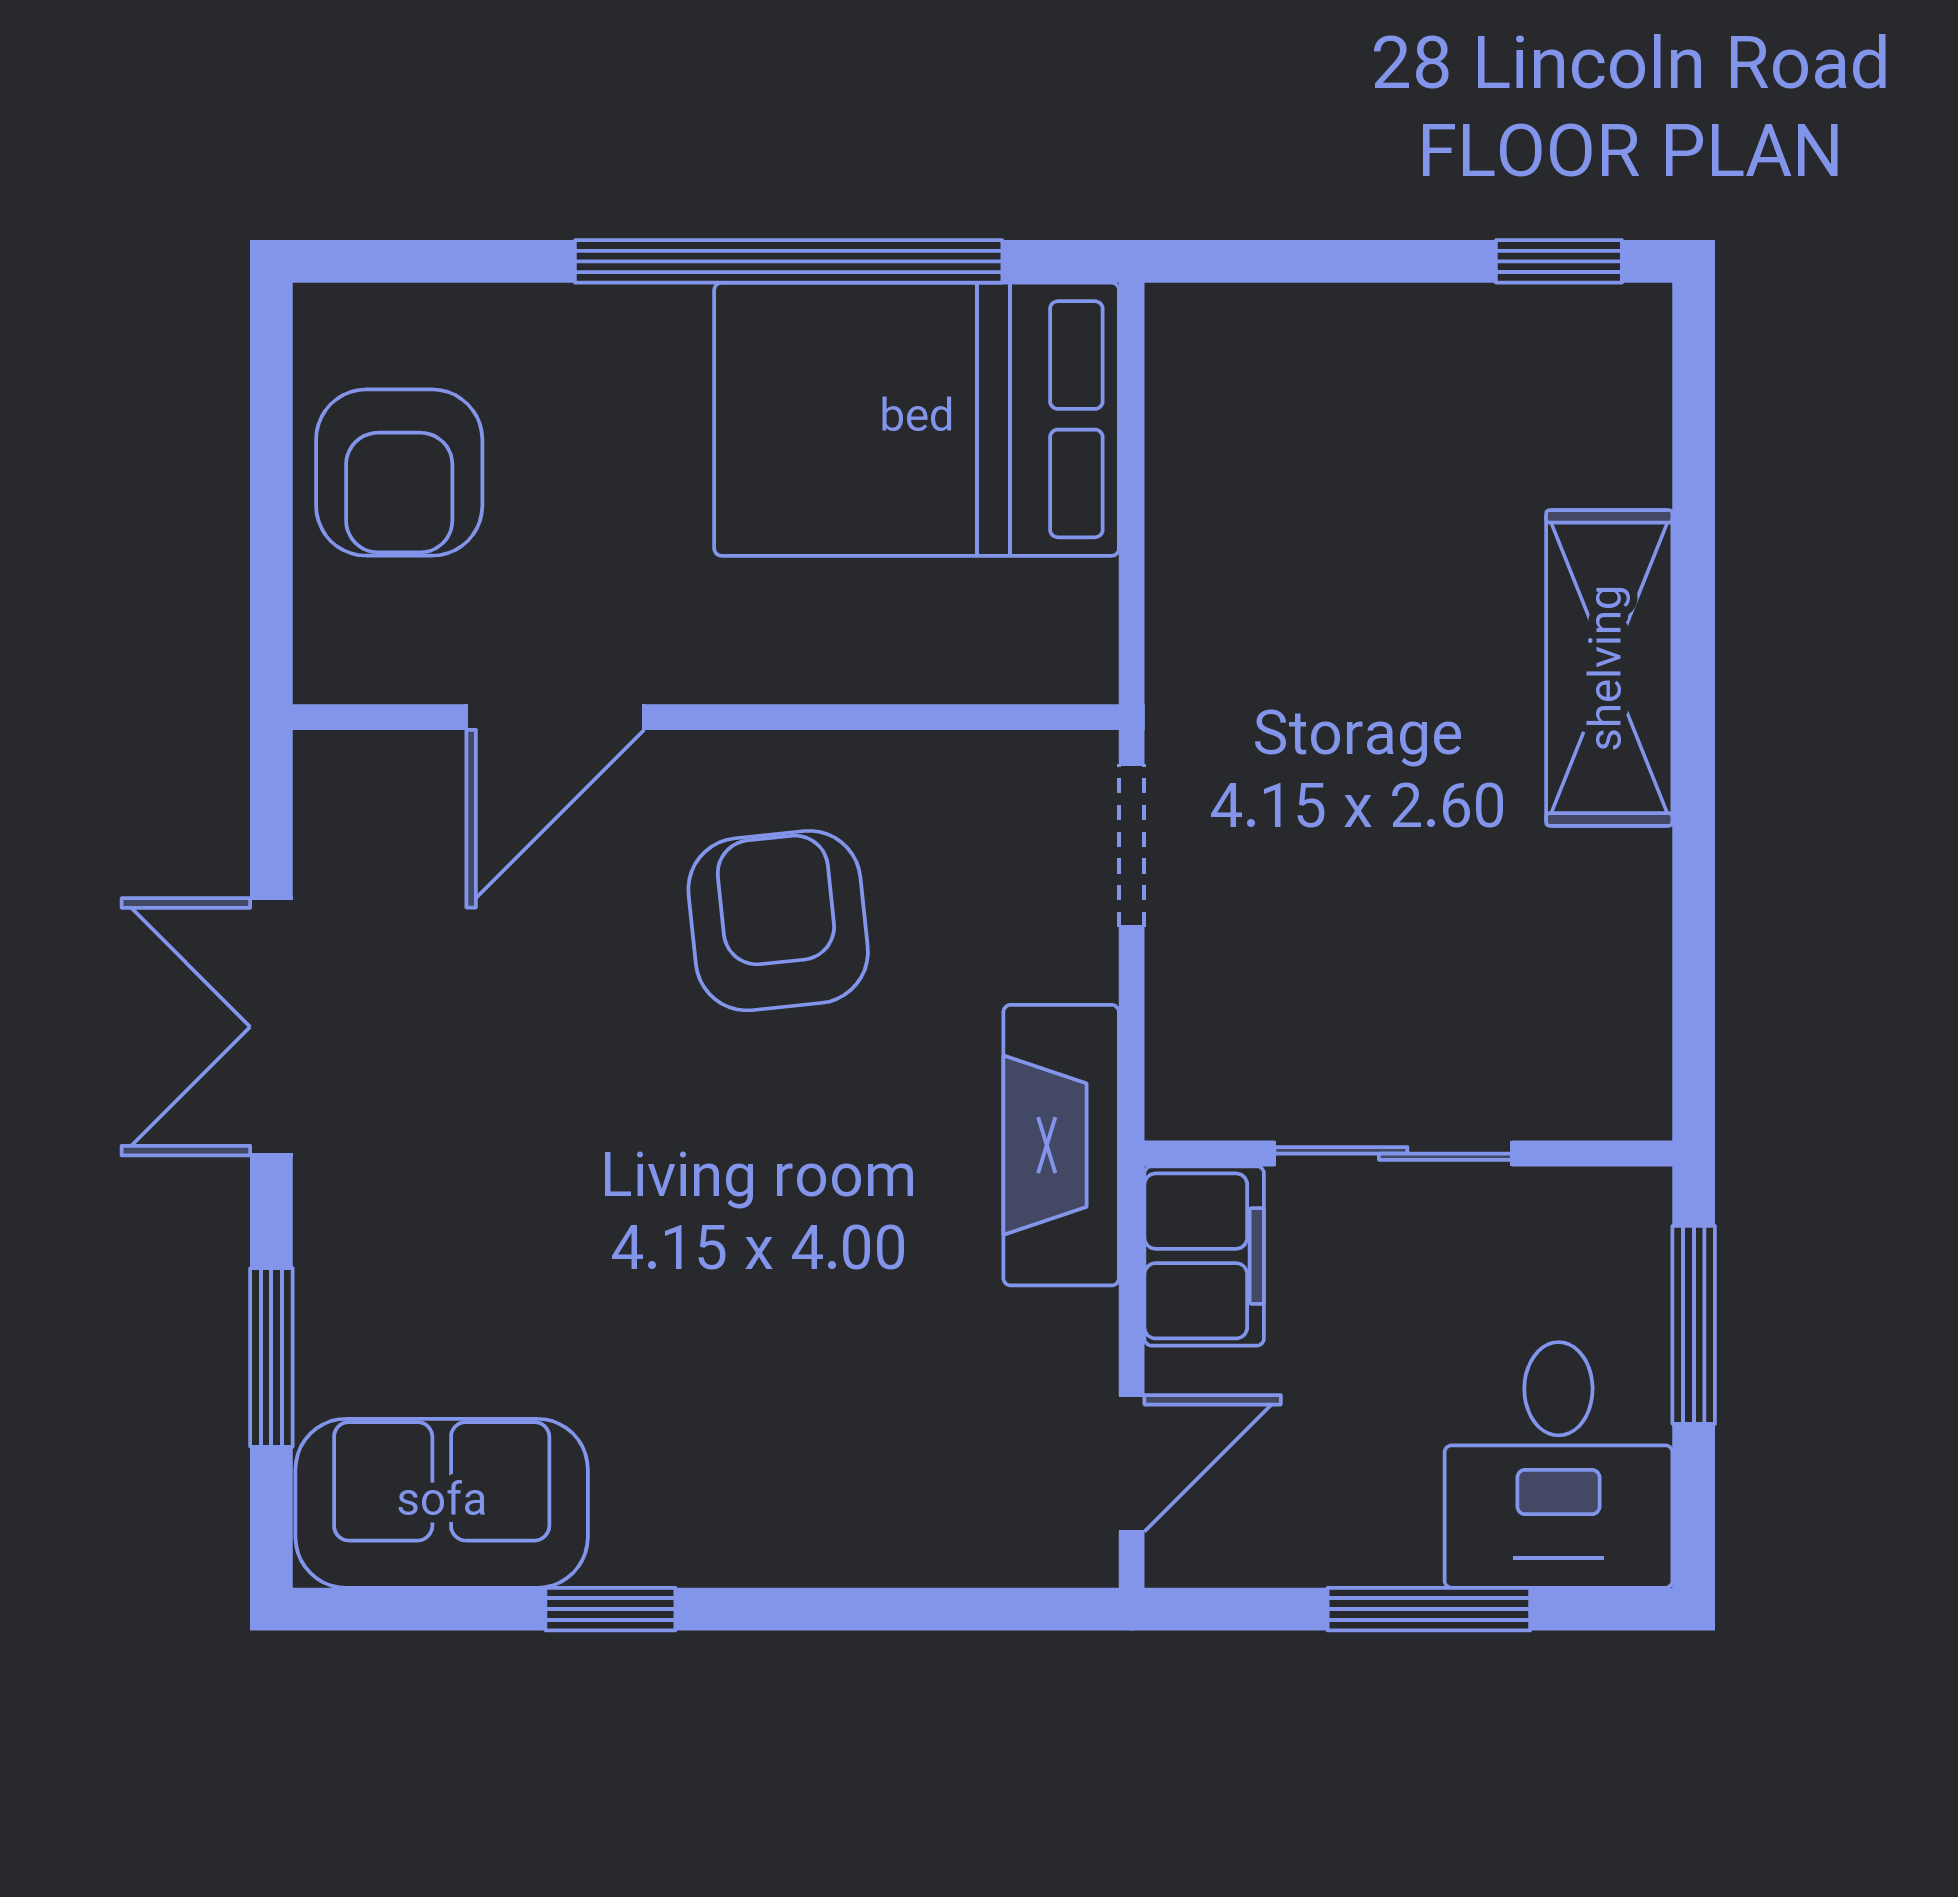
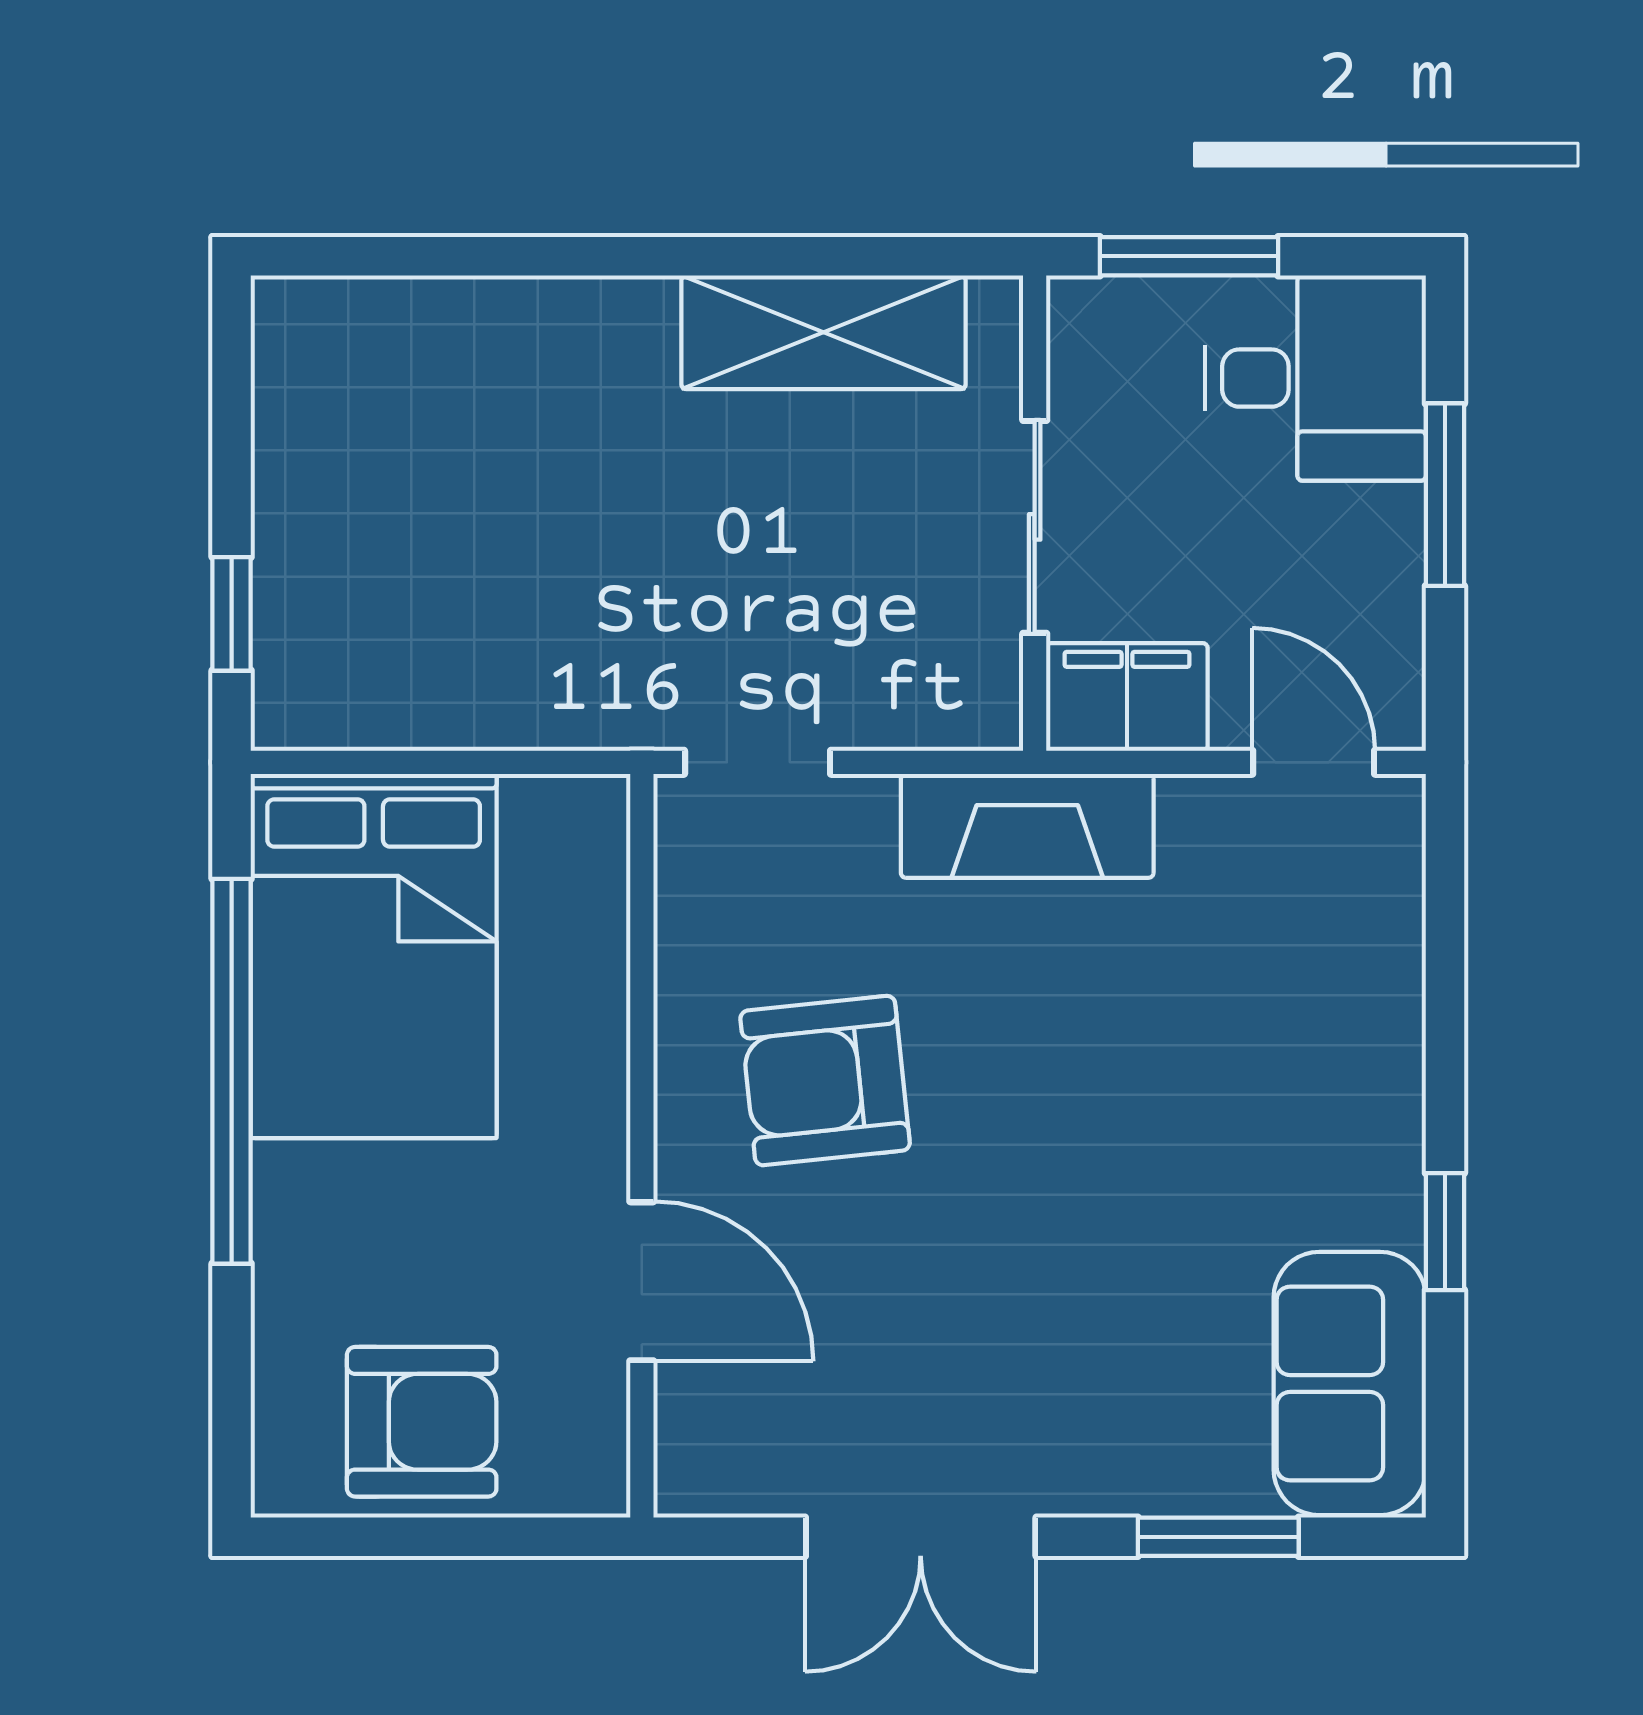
window: (1559, 261) -> (232, 614), moved
shelving: (1609, 668) -> (824, 332), moved

